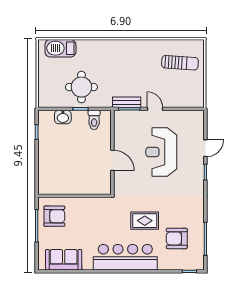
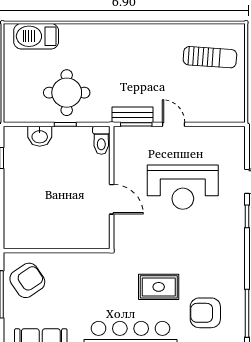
toilet: (94, 120) -> (101, 140), moved
reception desk: (161, 152) -> (183, 187), turned -90
armchair: (54, 216) -> (27, 280), turned -34

